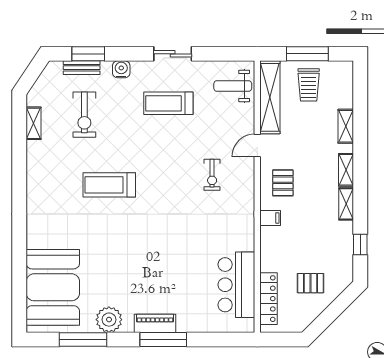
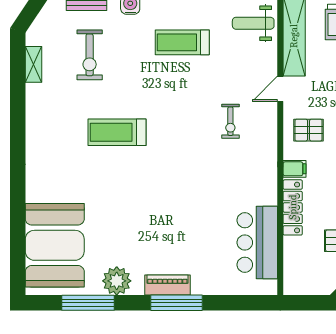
pallet: (283, 183) -> (309, 130), turned 90
locker: (268, 299) -> (293, 207), moved

